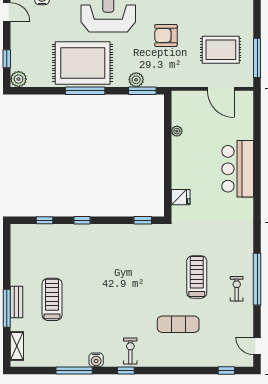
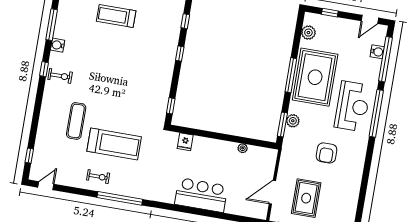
armchair: (166, 35) -> (326, 153), turned 180
plant: (19, 79) -> (308, 33), moved
treadmill: (197, 277) -> (114, 144), width x1.37, depth x1.38
window: (257, 279) -> (120, 198), moved
treadmill: (52, 299) -> (116, 16), turned 180

